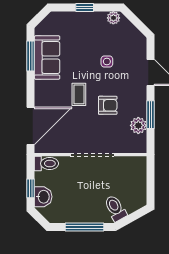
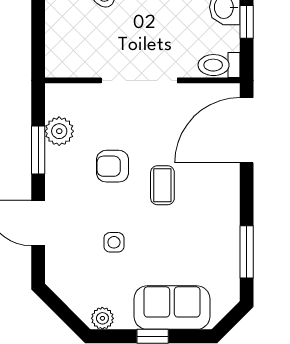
sofa: (47, 58) -> (172, 308), moved, turned 90

